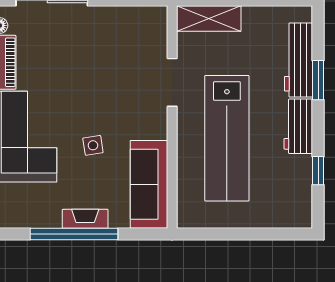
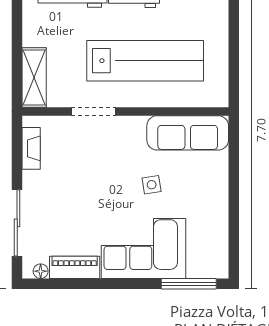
fireplace: (85, 219) -> (31, 148), moved, turned 180
window: (74, 234) -> (234, 202), removed

